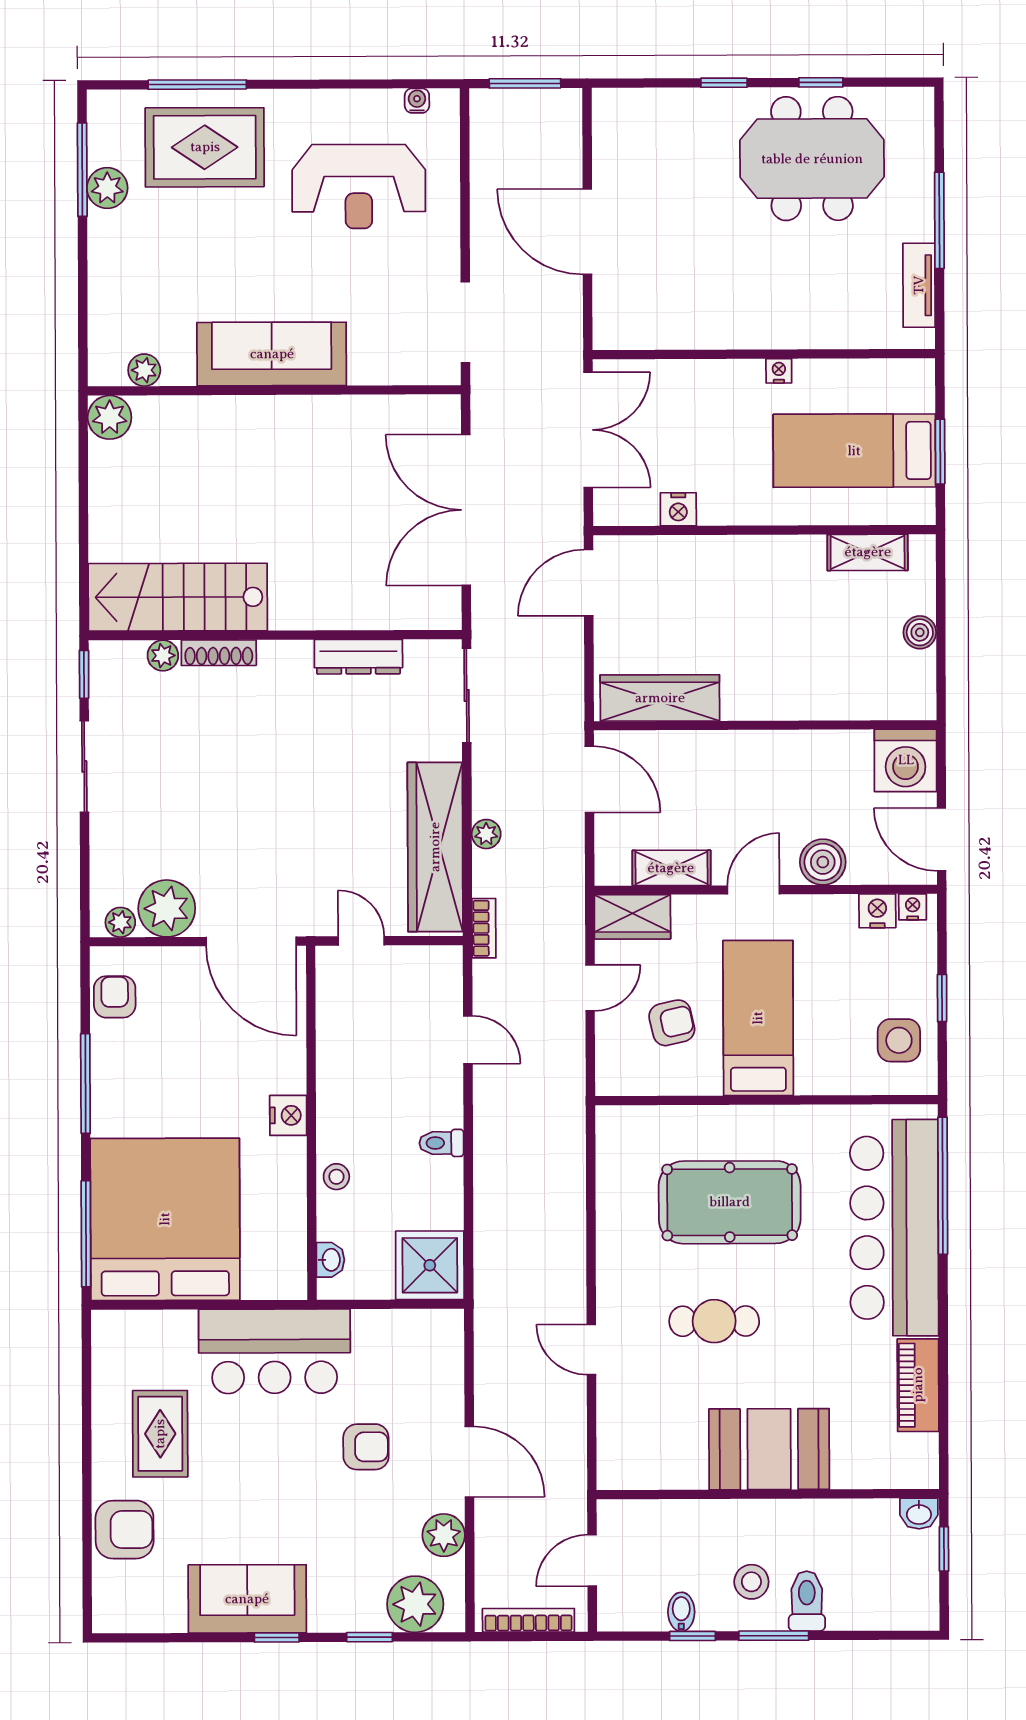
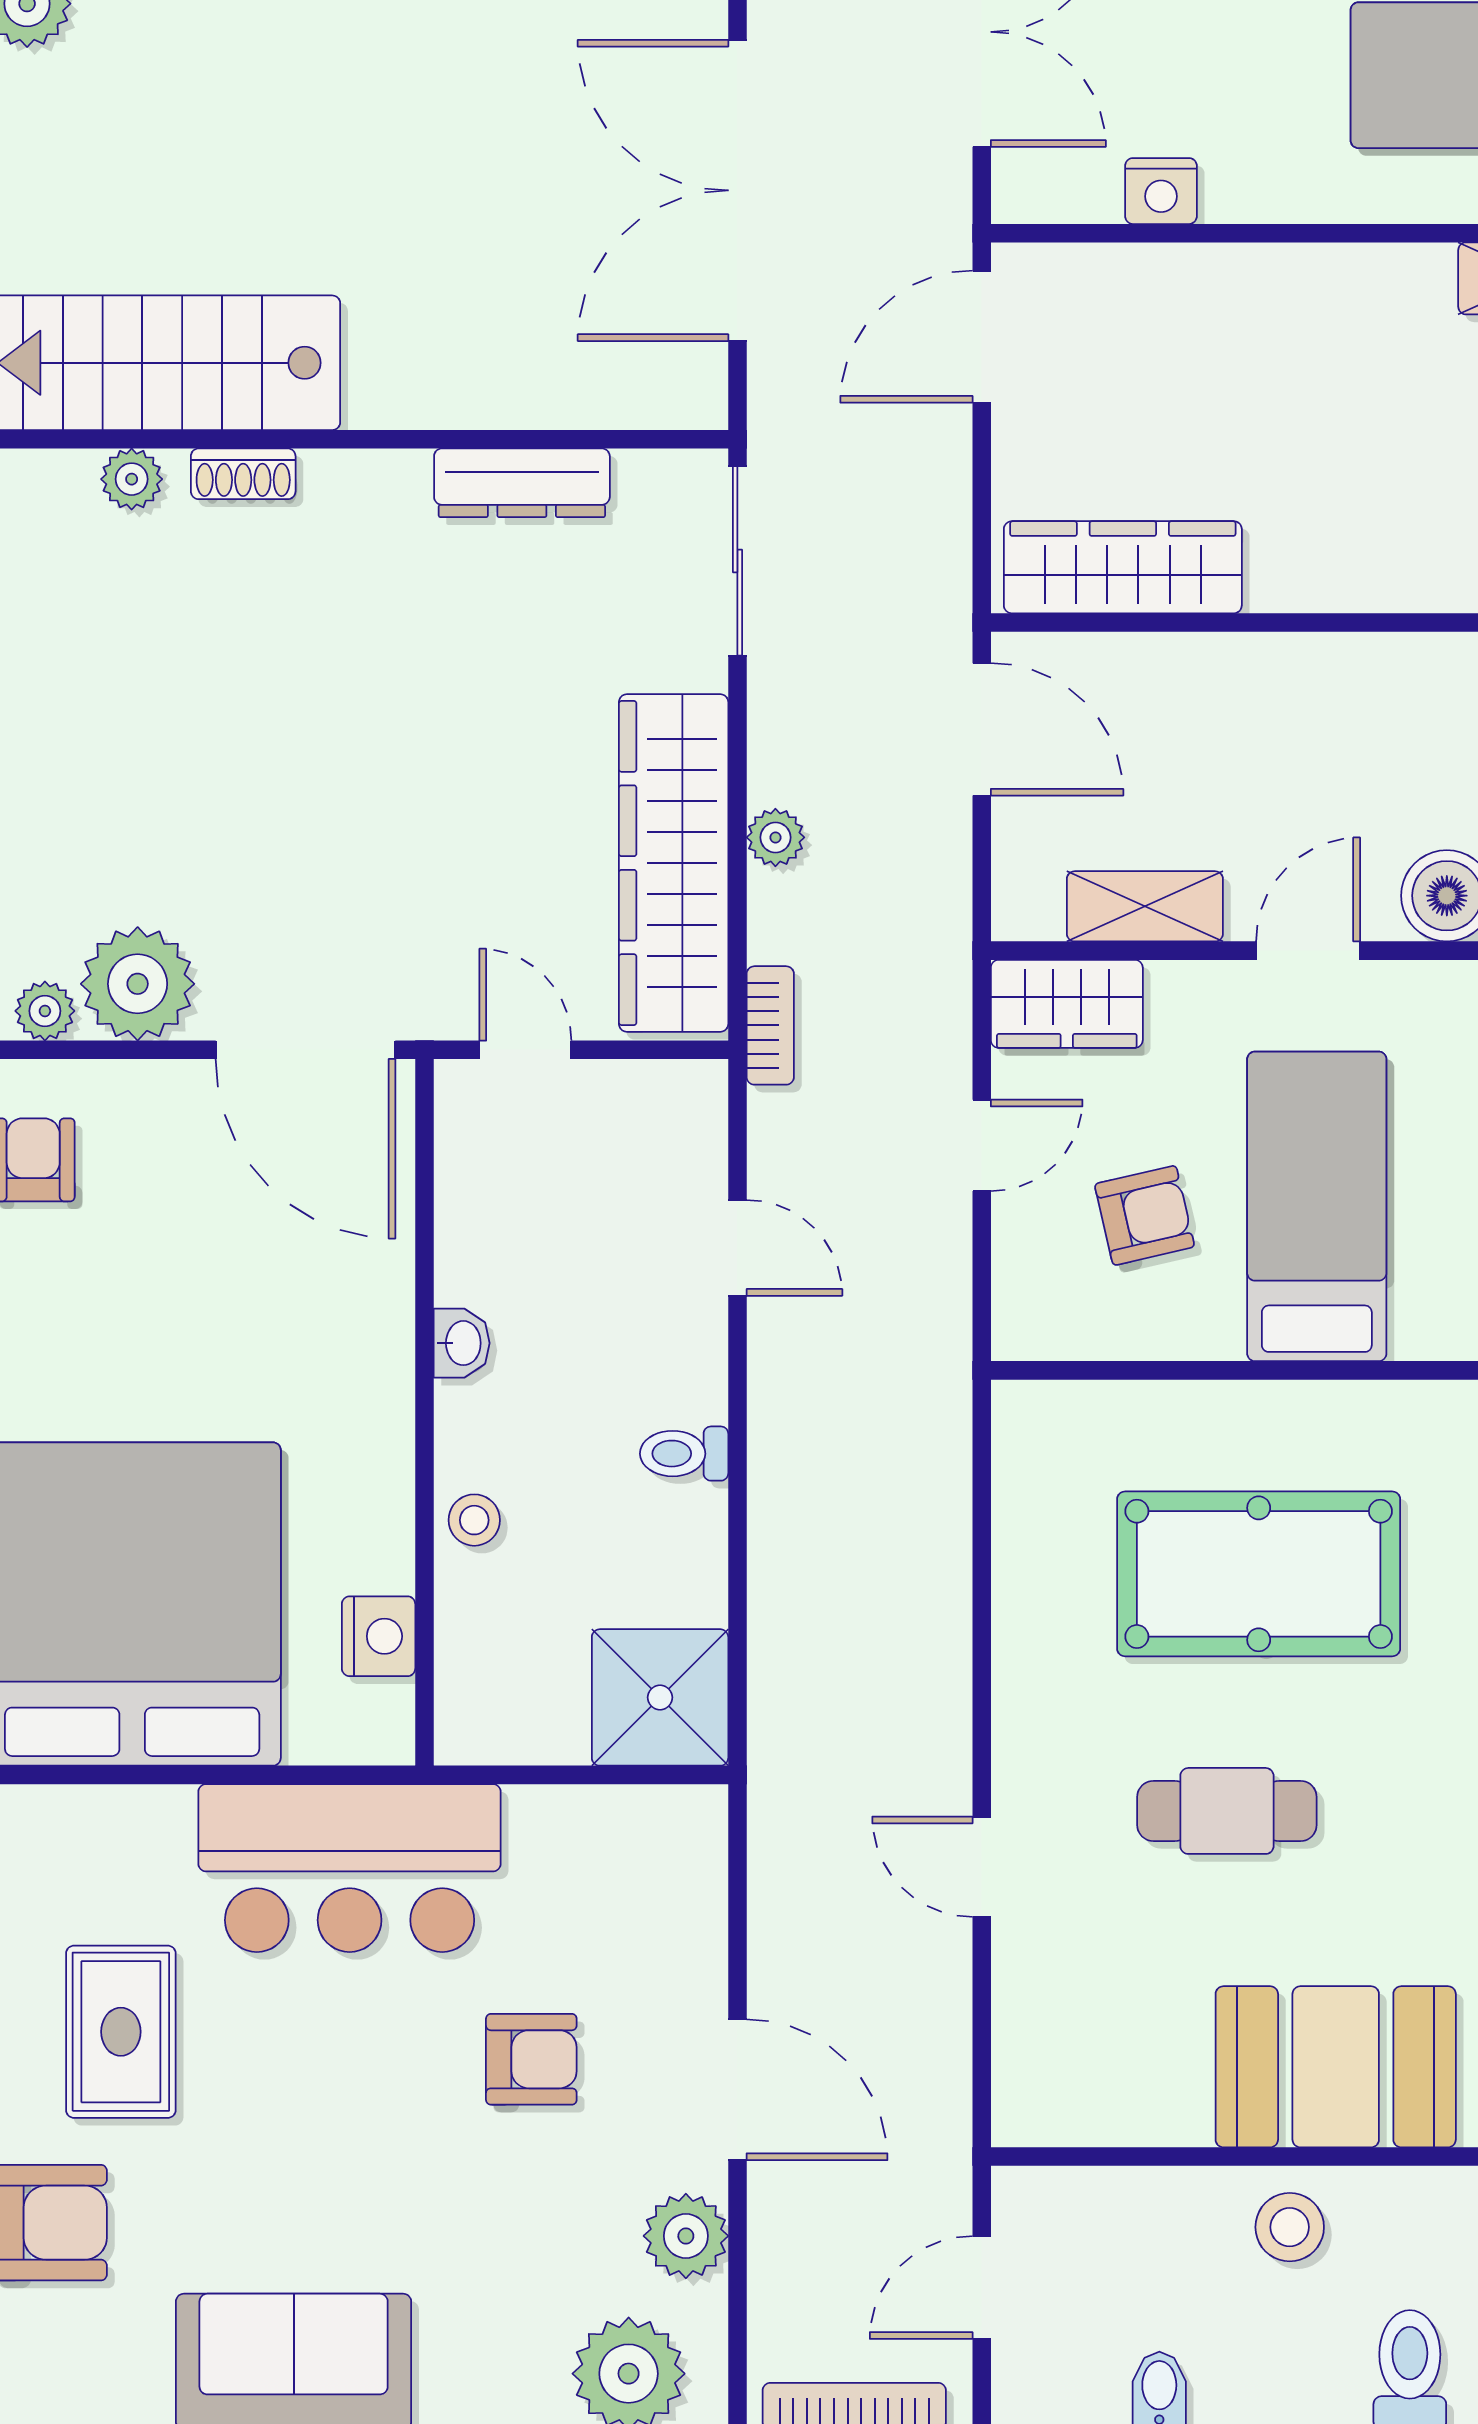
shoe rack: (219, 653) -> (243, 474), width x0.70
nightstand: (288, 1115) -> (379, 1636), moved
washbasin: (330, 1260) -> (462, 1343), moved
stool: (751, 1582) -> (1290, 2227), moved

